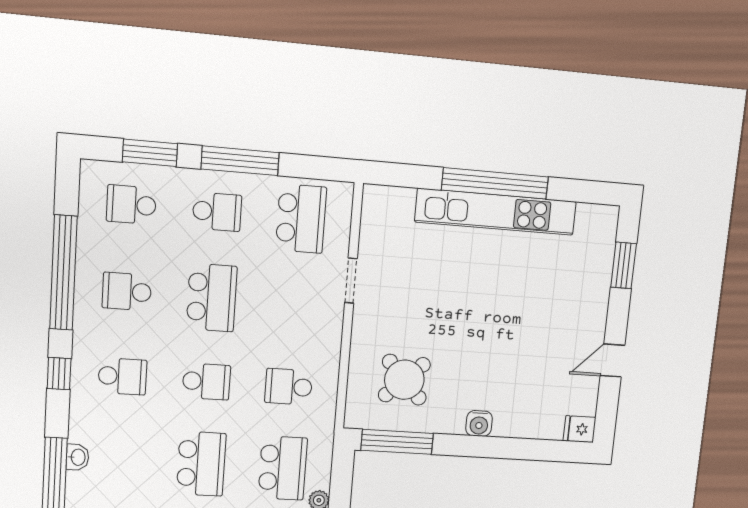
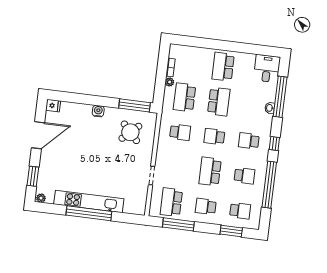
window: (240, 161) -> (178, 224), moved
plant: (605, 215) -> (41, 198), added
door: (612, 360) -> (38, 135), width x1.88
school desk: (201, 464) -> (219, 102), turned 180

